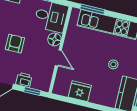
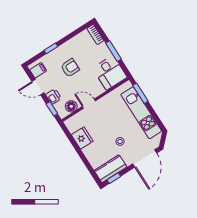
floor lamp: (54, 39) -> (71, 106), moved
door: (58, 58) -> (89, 104), swing flipped

